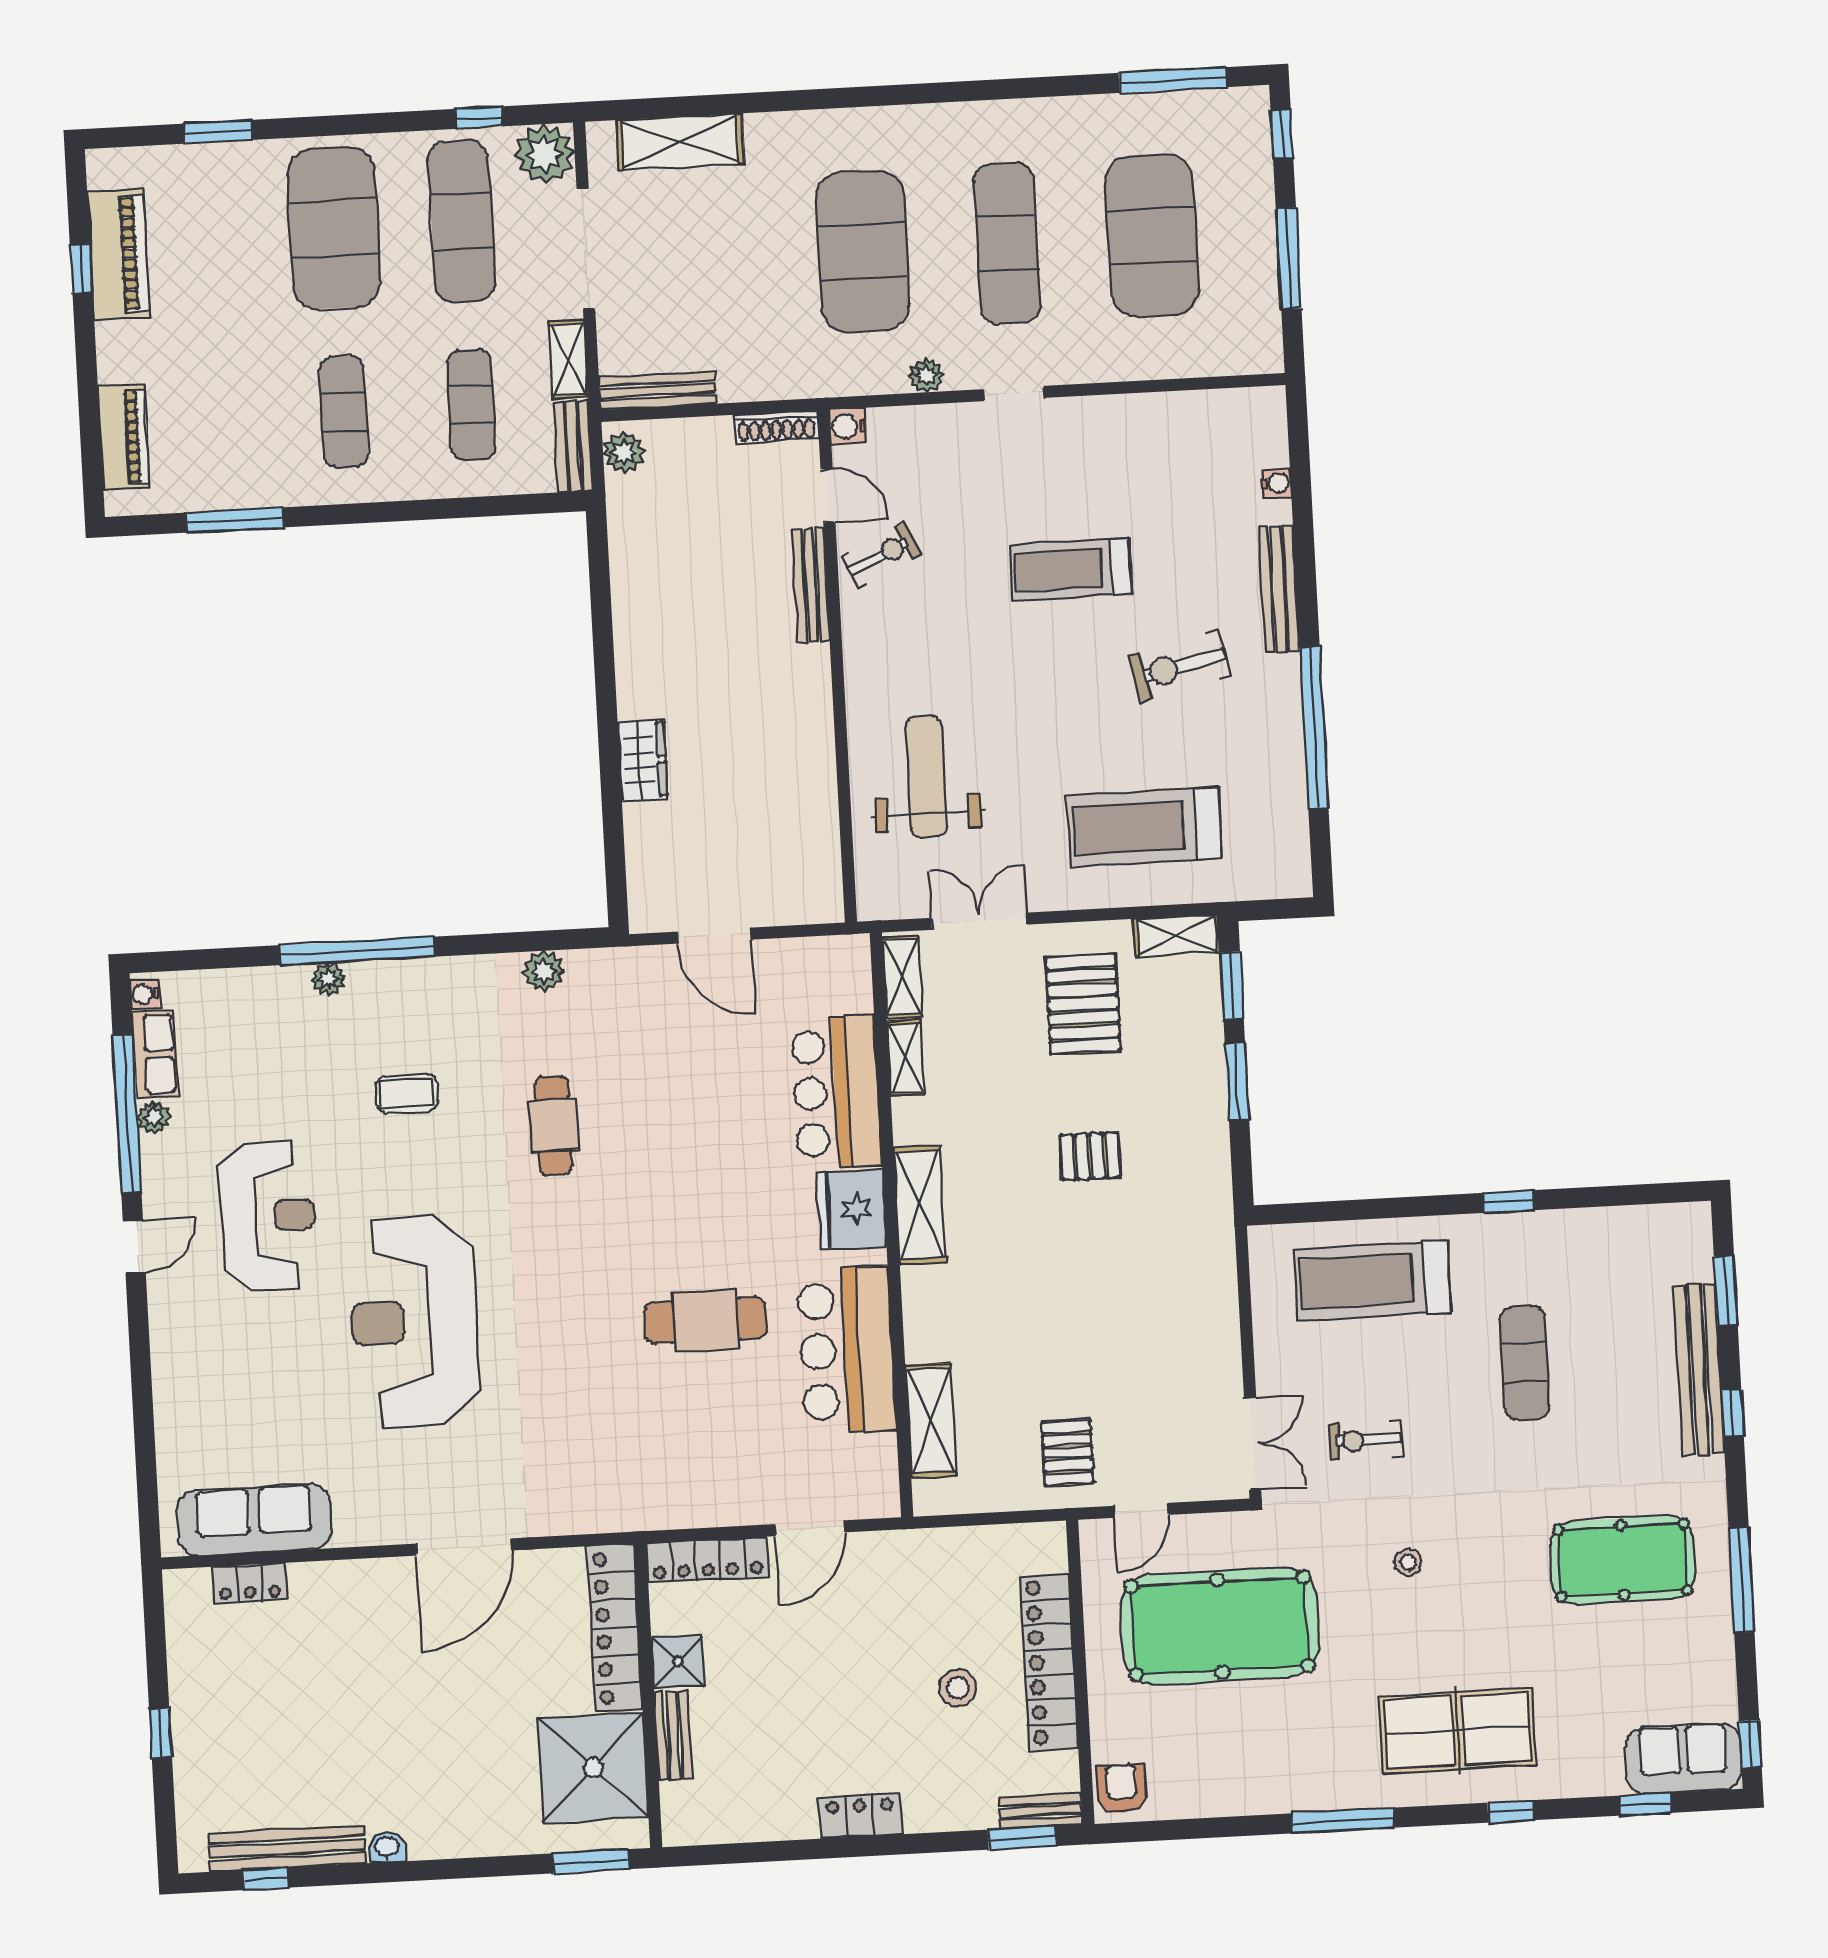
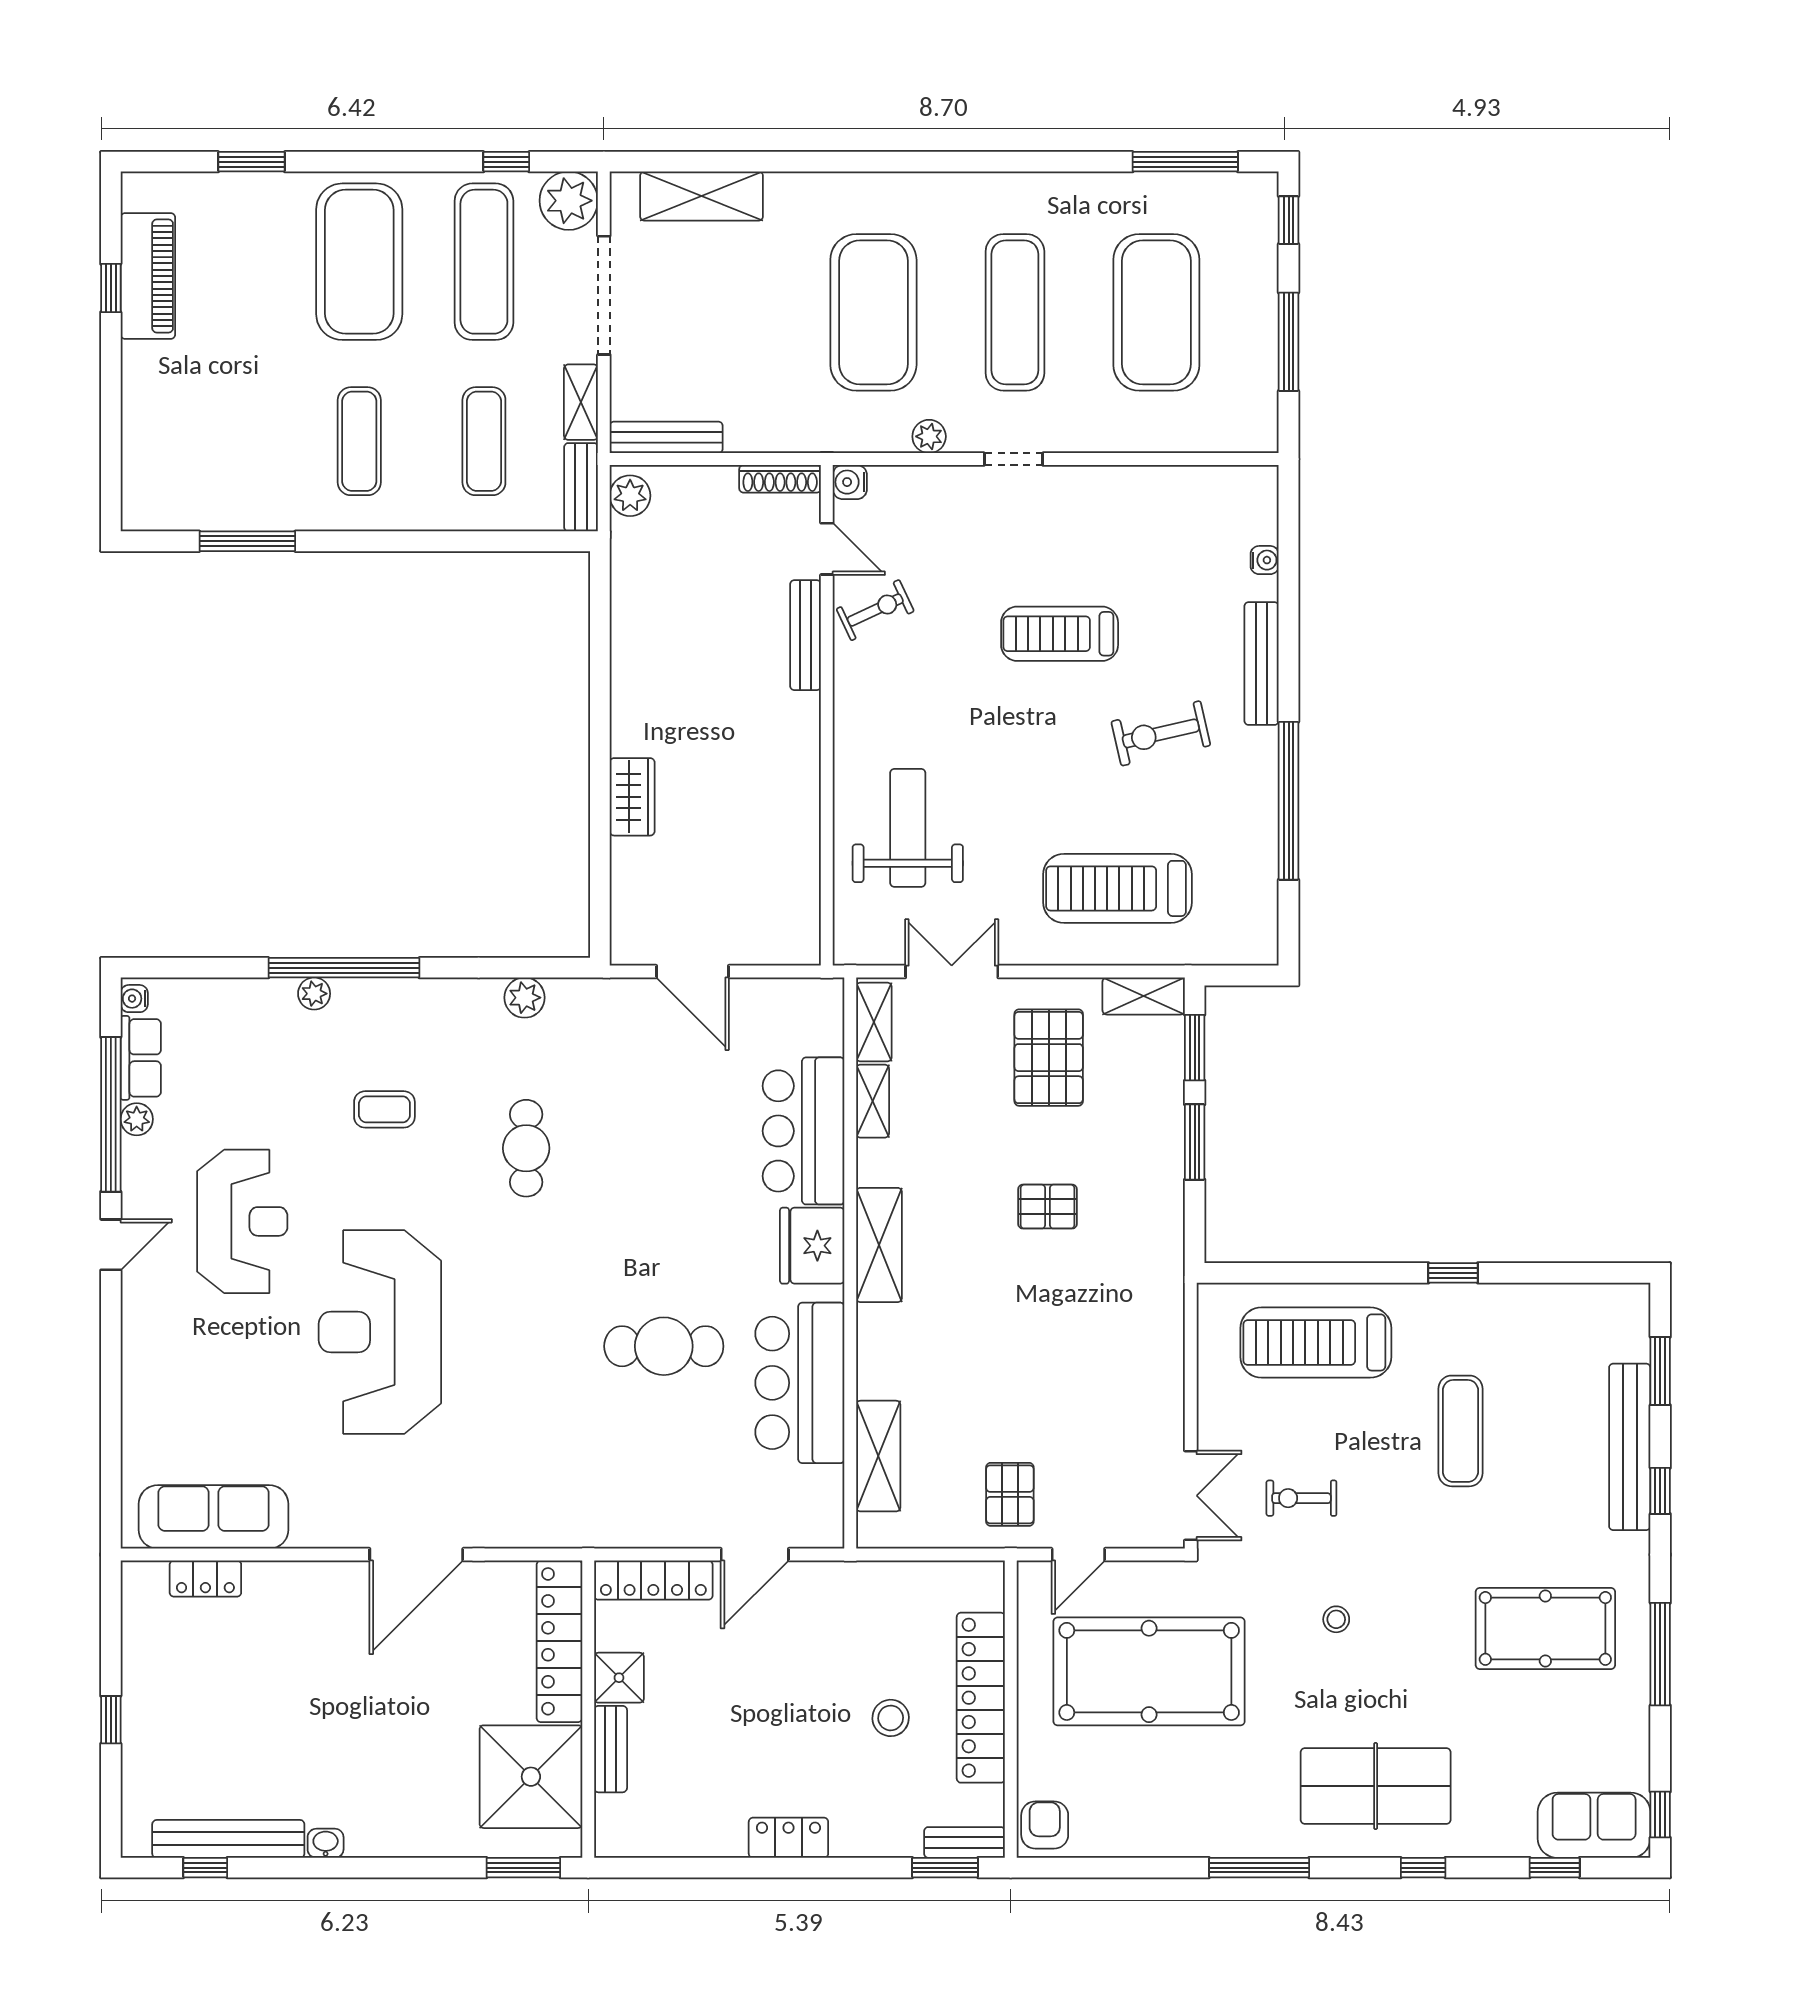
piano: (124, 437) -> (143, 455), removed

